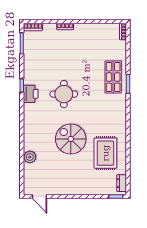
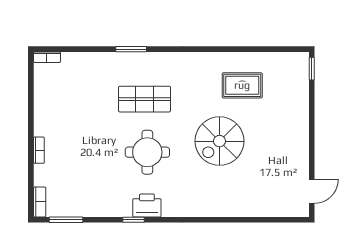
shop shelf: (113, 77) -> (144, 99), moved
rug: (105, 153) -> (242, 85), width x0.73, depth x0.70
plant: (30, 157) -> (248, 207), removed
dresser: (122, 183) -> (290, 59), removed

